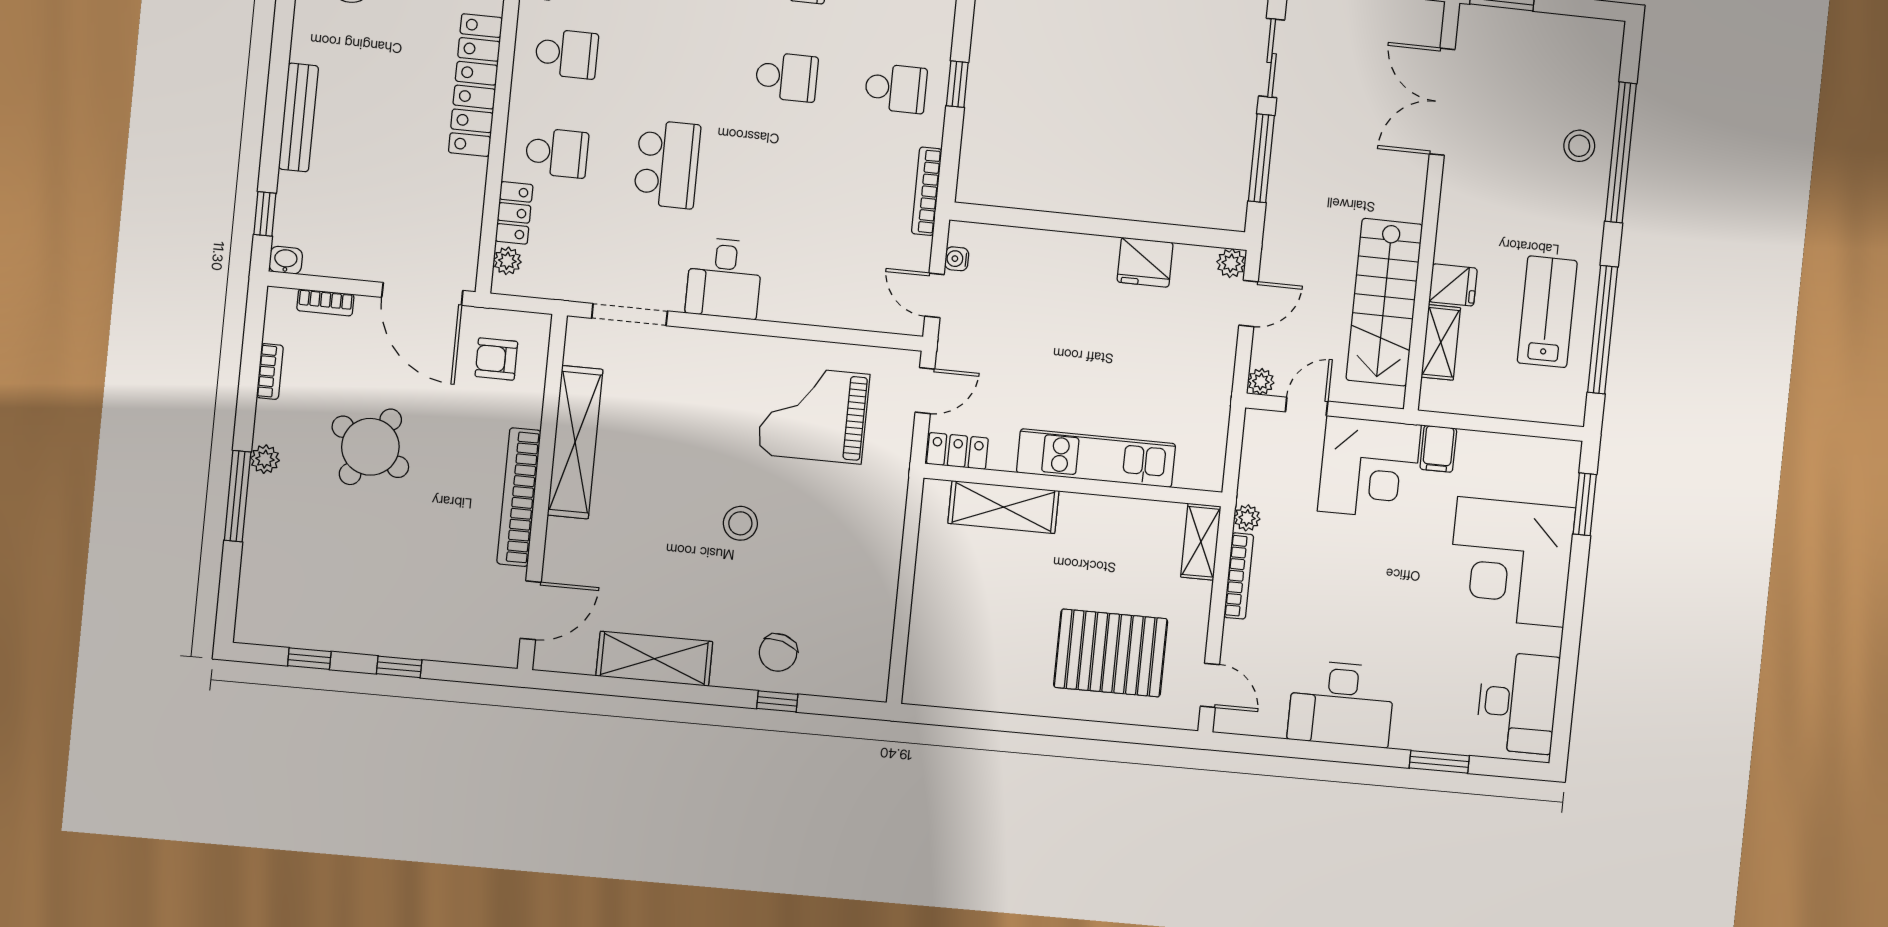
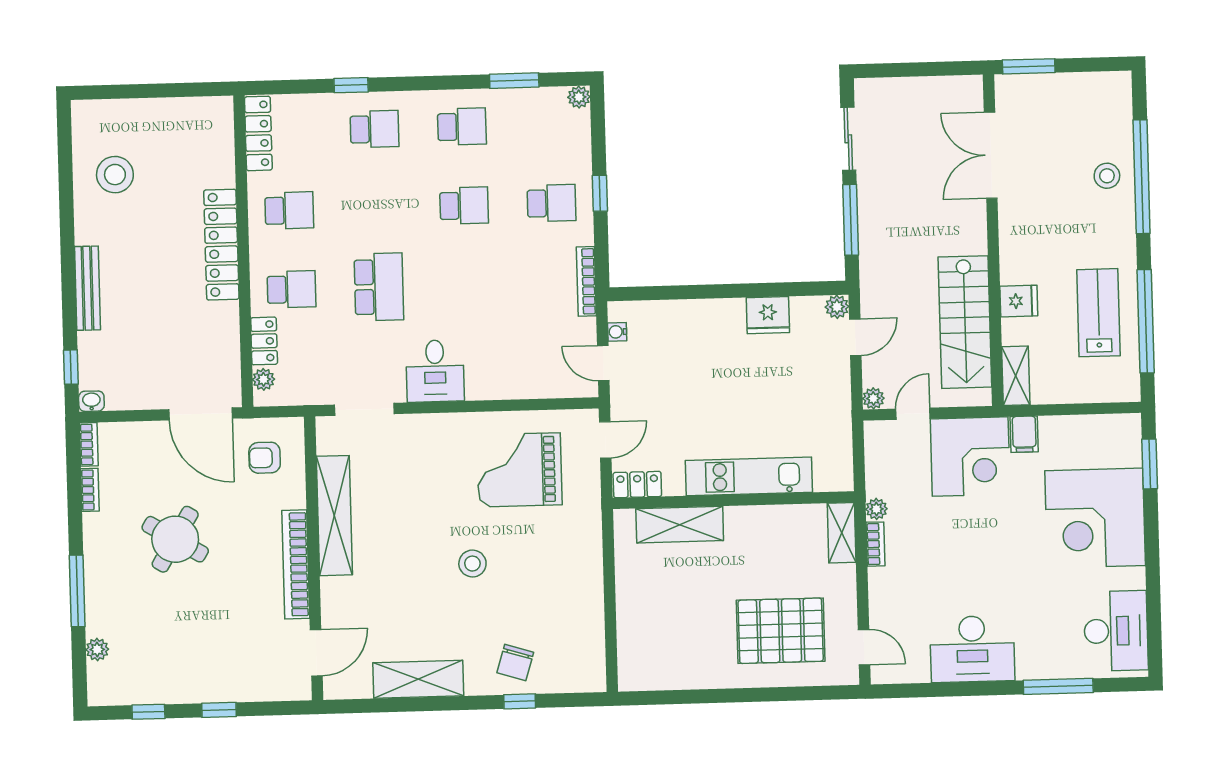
bookcase: (325, 302) -> (89, 444), moved, turned -90
shelving: (1441, 342) -> (1016, 376), moved
plant: (265, 459) -> (97, 649), moved
bookcase: (1239, 576) -> (875, 544), width x0.64
window: (1439, 762) -> (1058, 686), width x1.44

